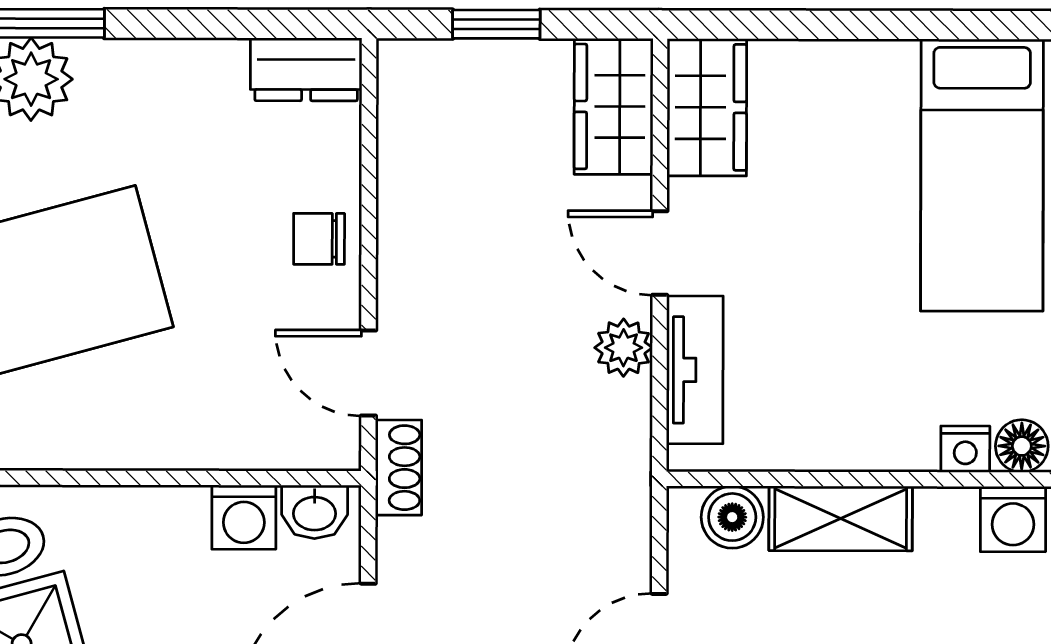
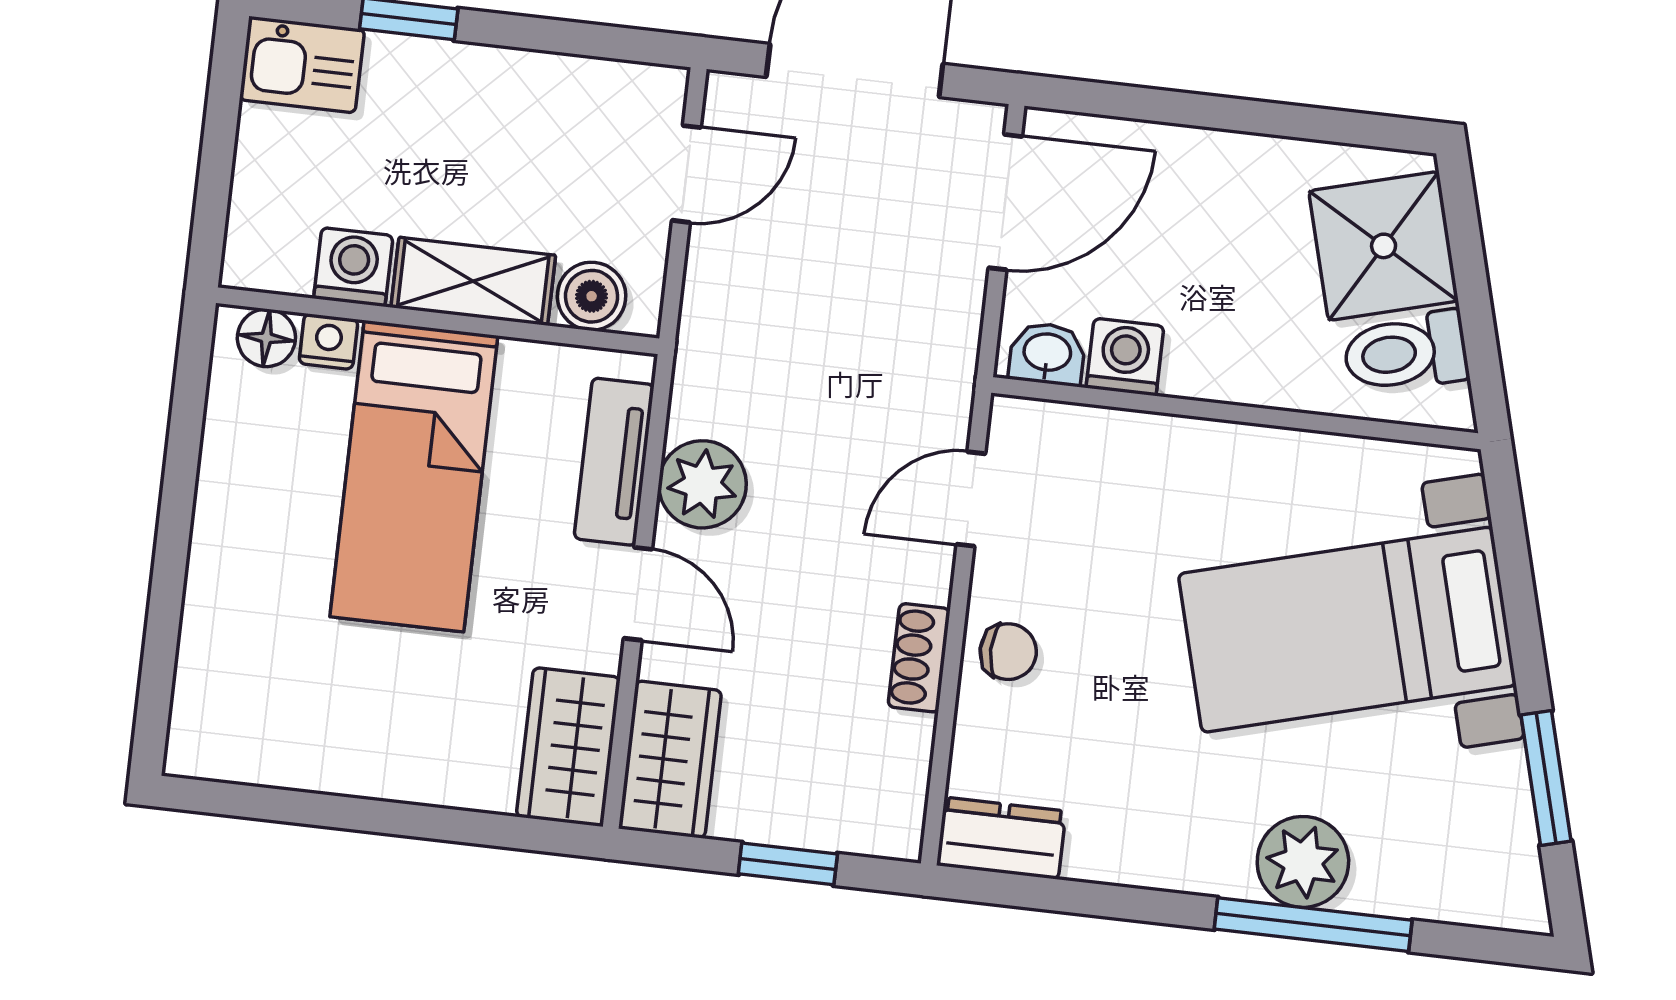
bed: (982, 175) -> (414, 476), moved, turned 180
plant: (624, 348) -> (702, 484), width x1.38, depth x1.38
door: (368, 373) -> (971, 499), swing flipped
shoe rack: (399, 468) -> (919, 658), moved
washing machine: (1013, 519) -> (353, 267), moved

